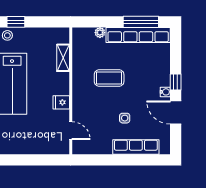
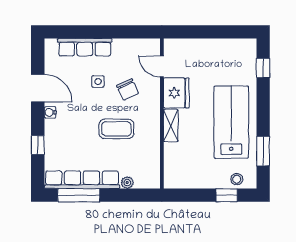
shelving: (63, 58) -> (171, 126), moved
window: (176, 82) -> (38, 145), moved
fridge: (61, 102) -> (176, 93), width x1.88, depth x1.34
chair: (100, 111) -> (128, 89), added

